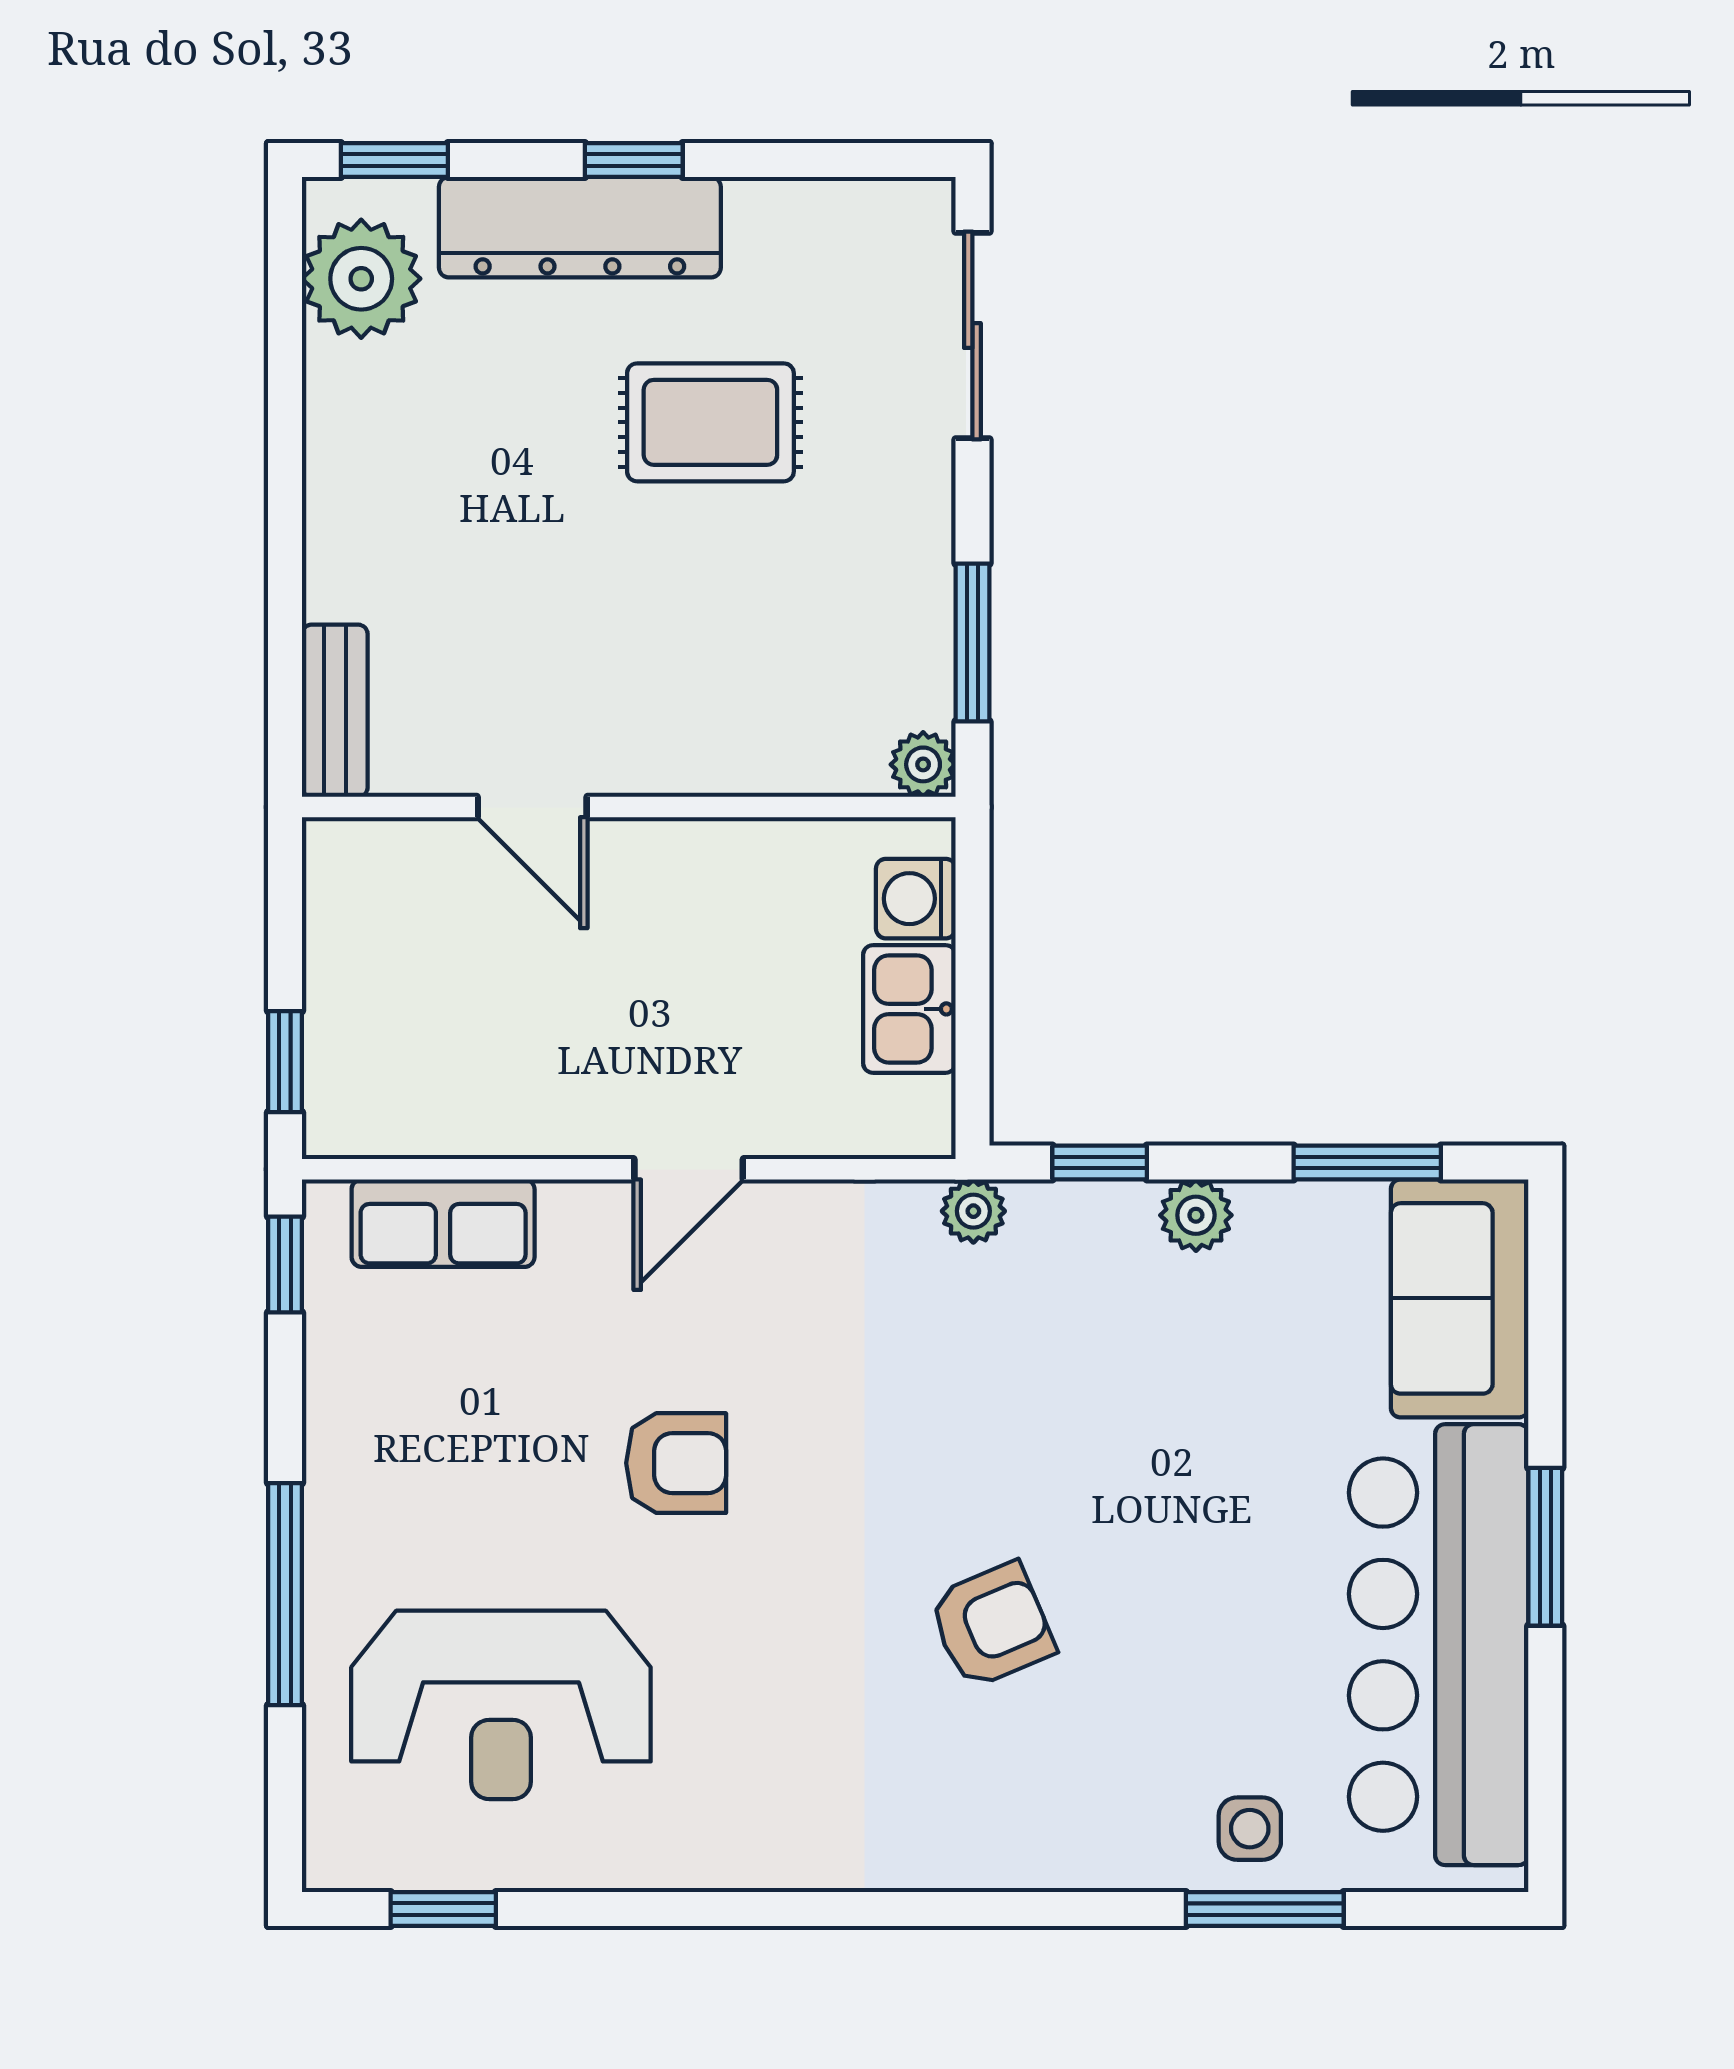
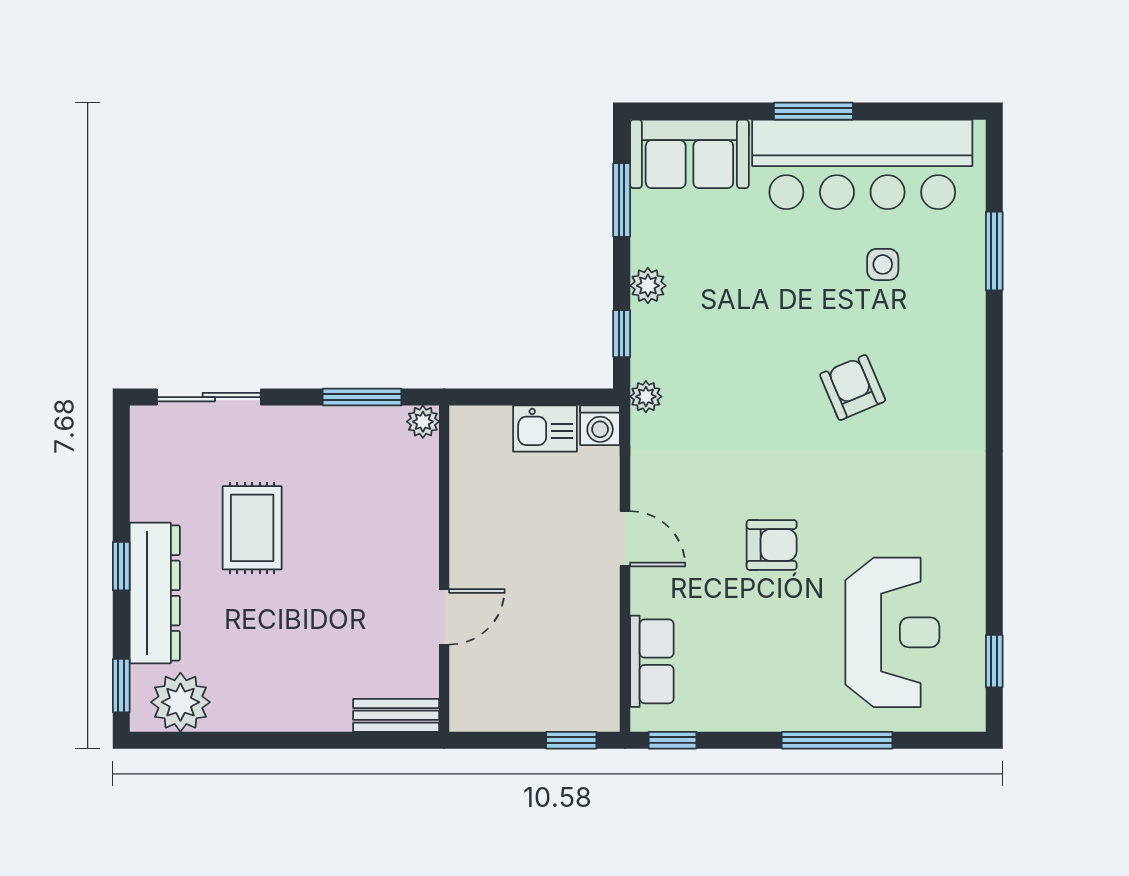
washing machine: (916, 899) -> (600, 425), moved
armchair: (676, 1463) -> (772, 545), turned 90
side table: (1250, 1829) -> (883, 264), moved

